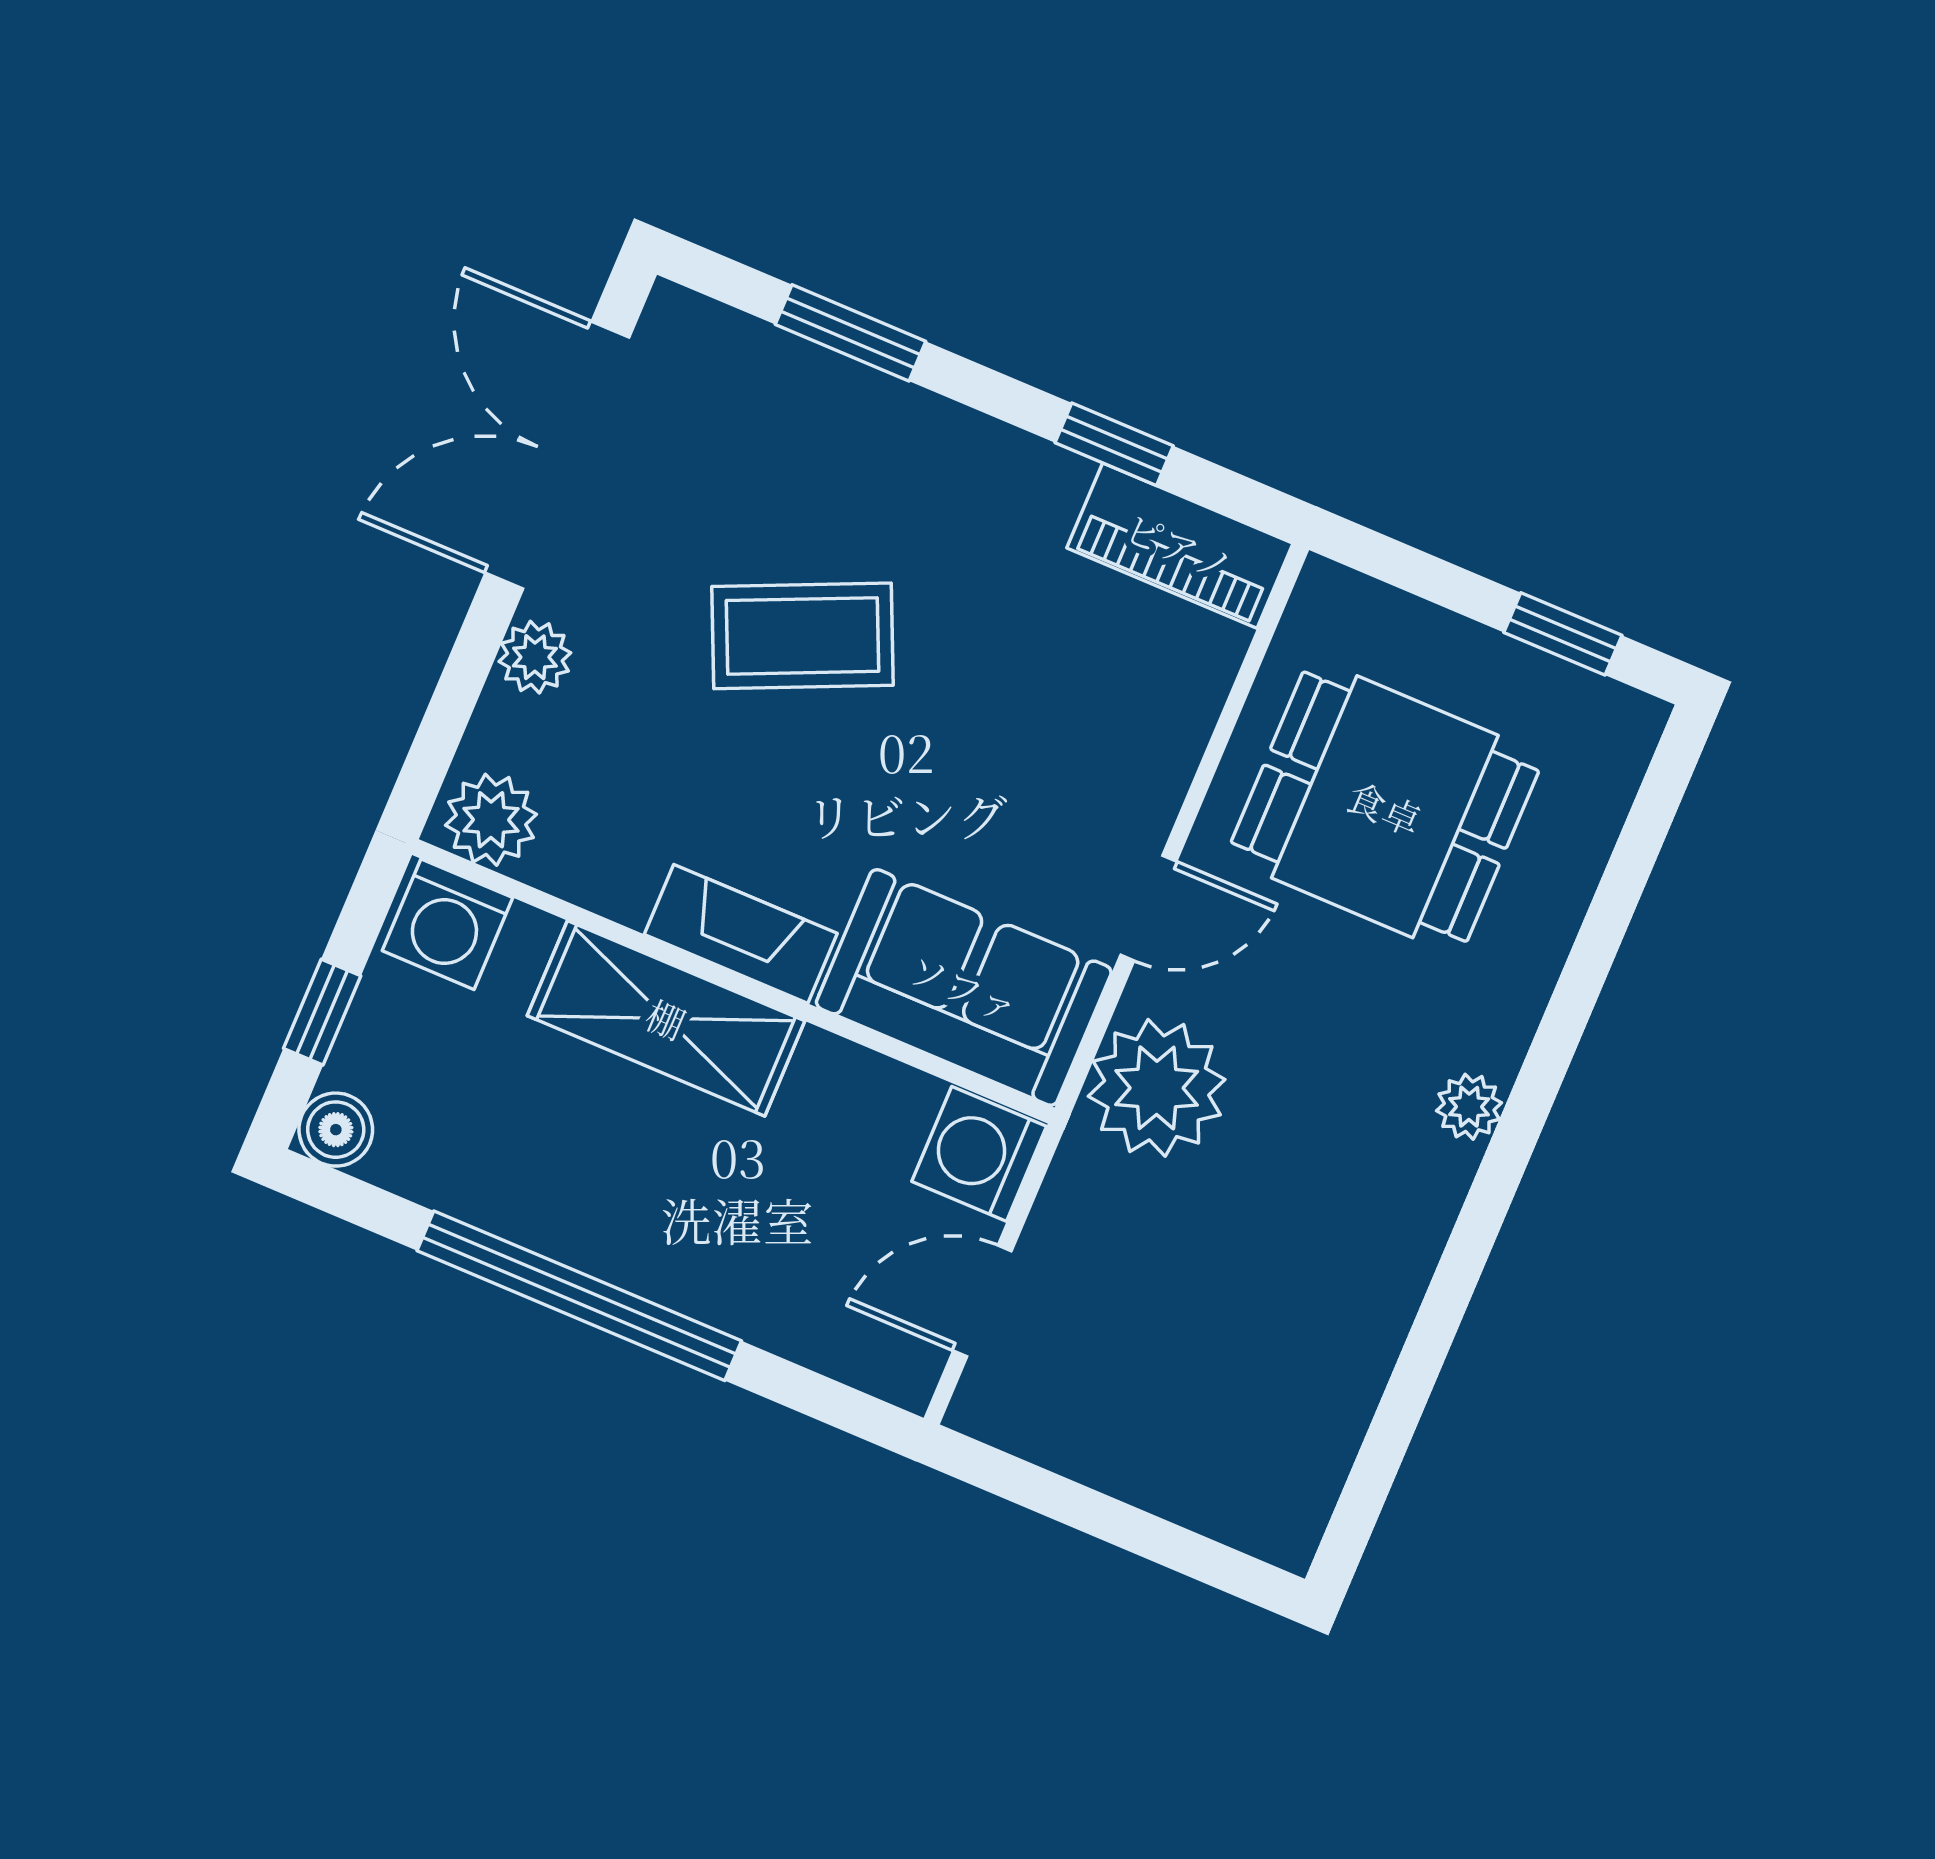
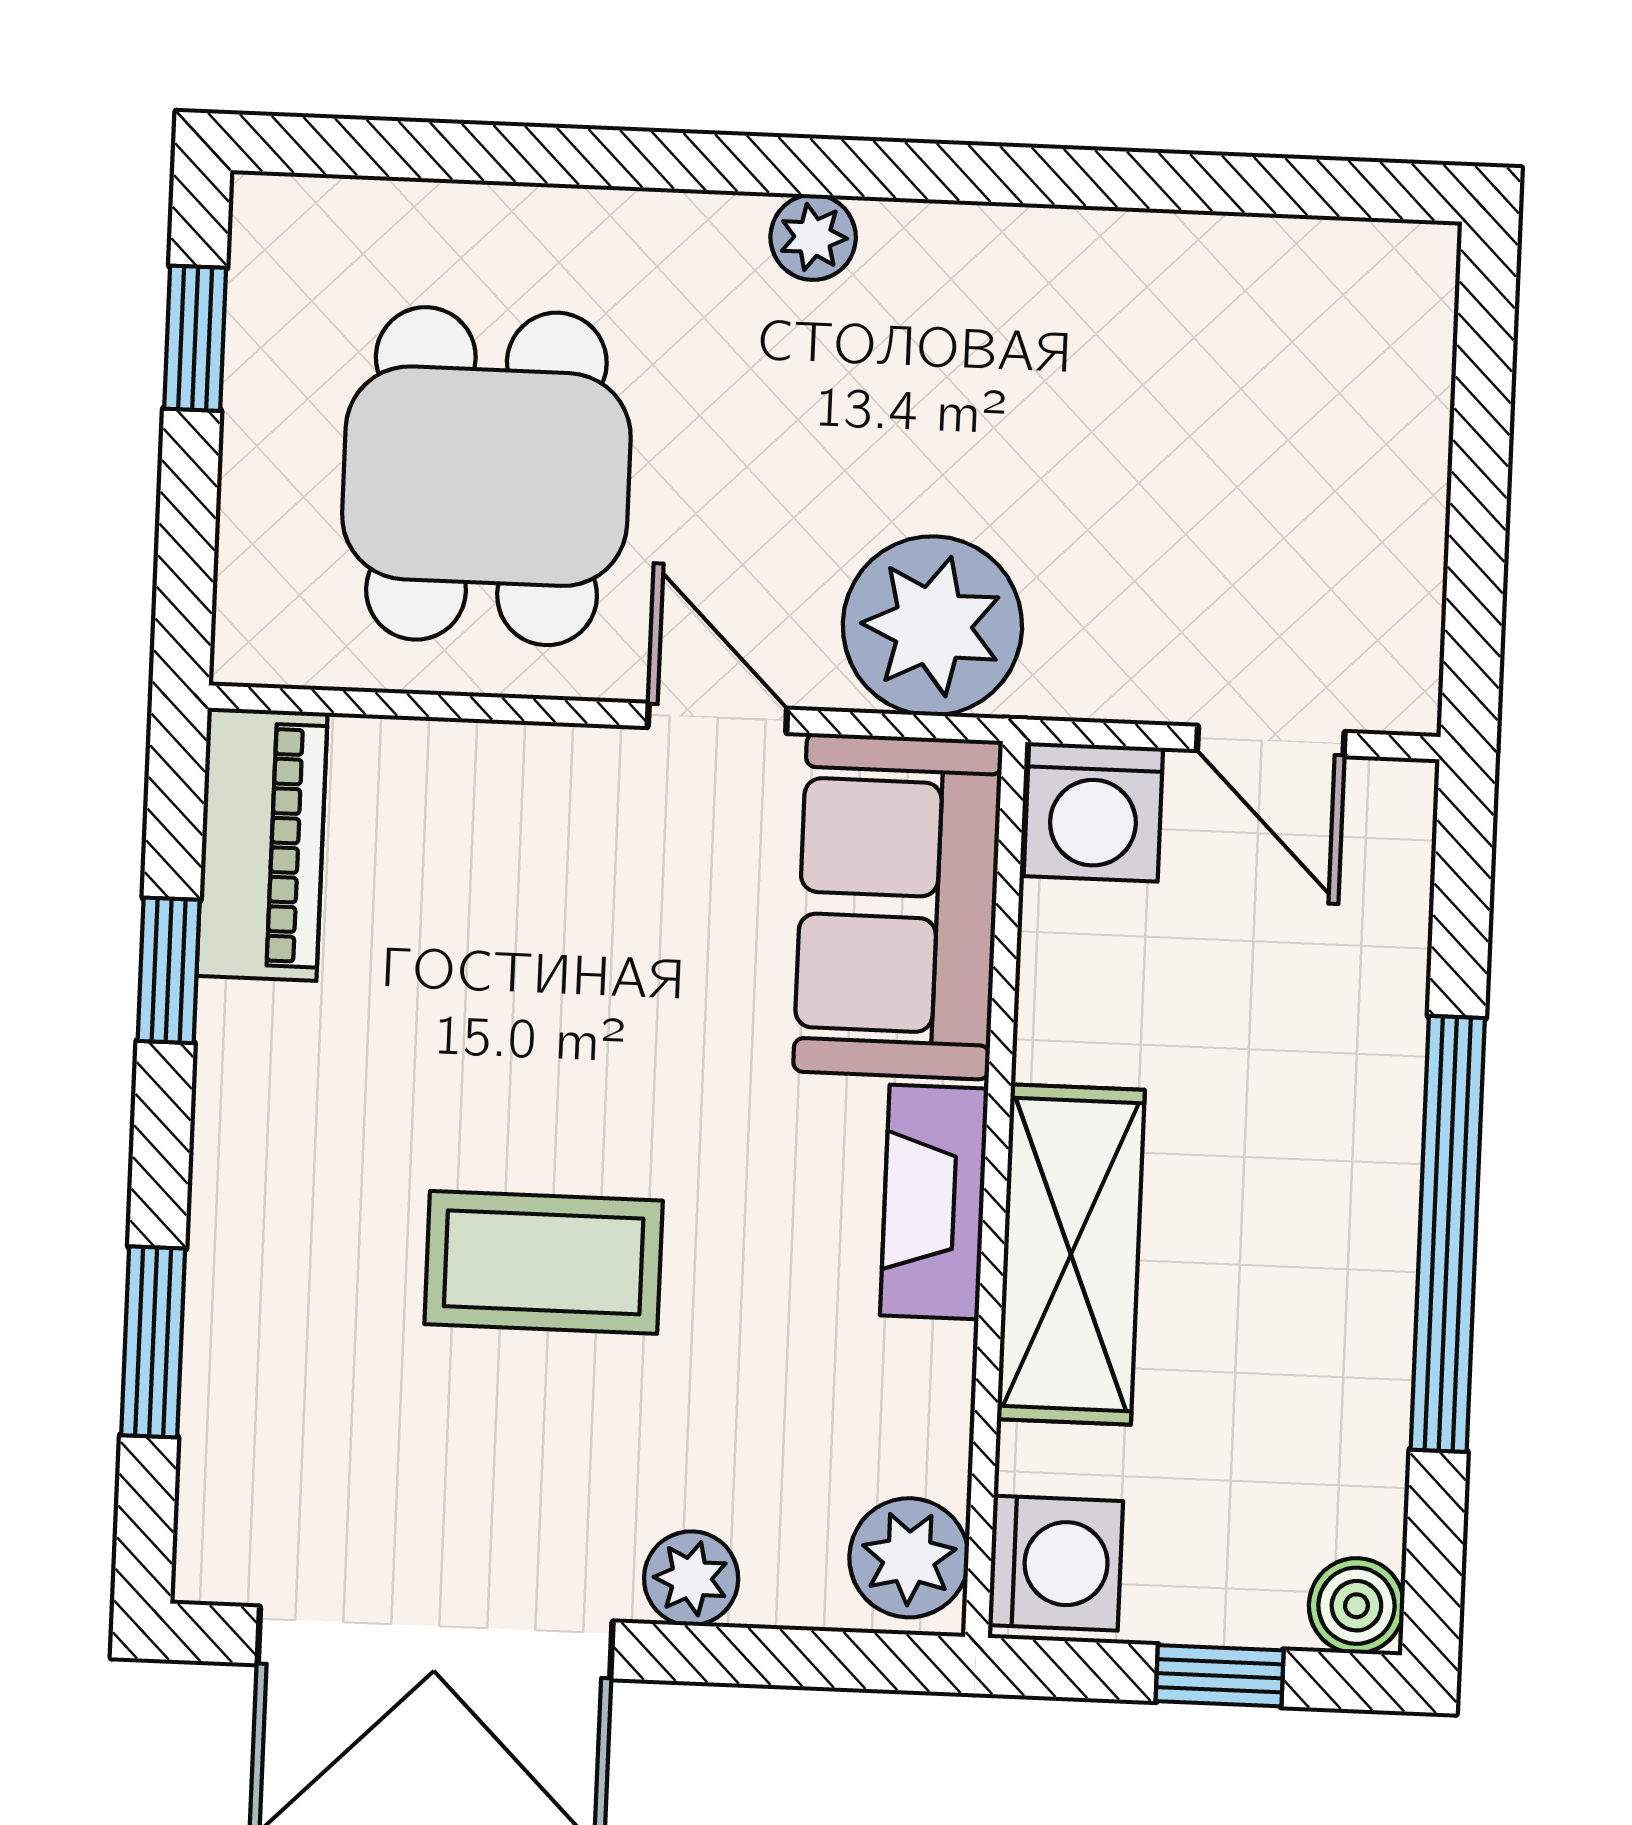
coffee table: (803, 636) -> (544, 1262), turned -66

